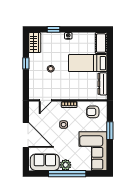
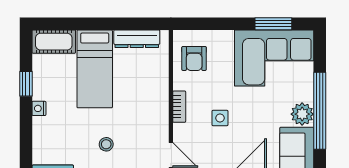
window: (54, 29) -> (26, 84), moved
window: (110, 131) -> (273, 24), moved

